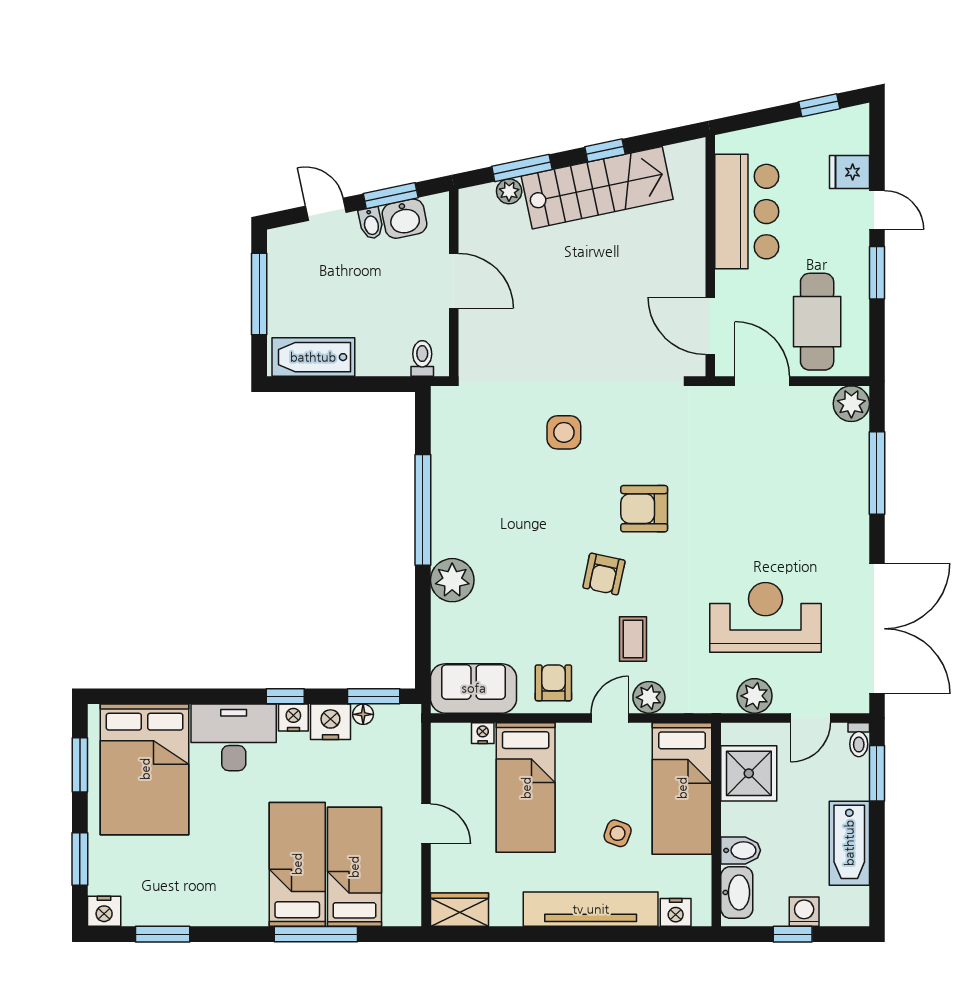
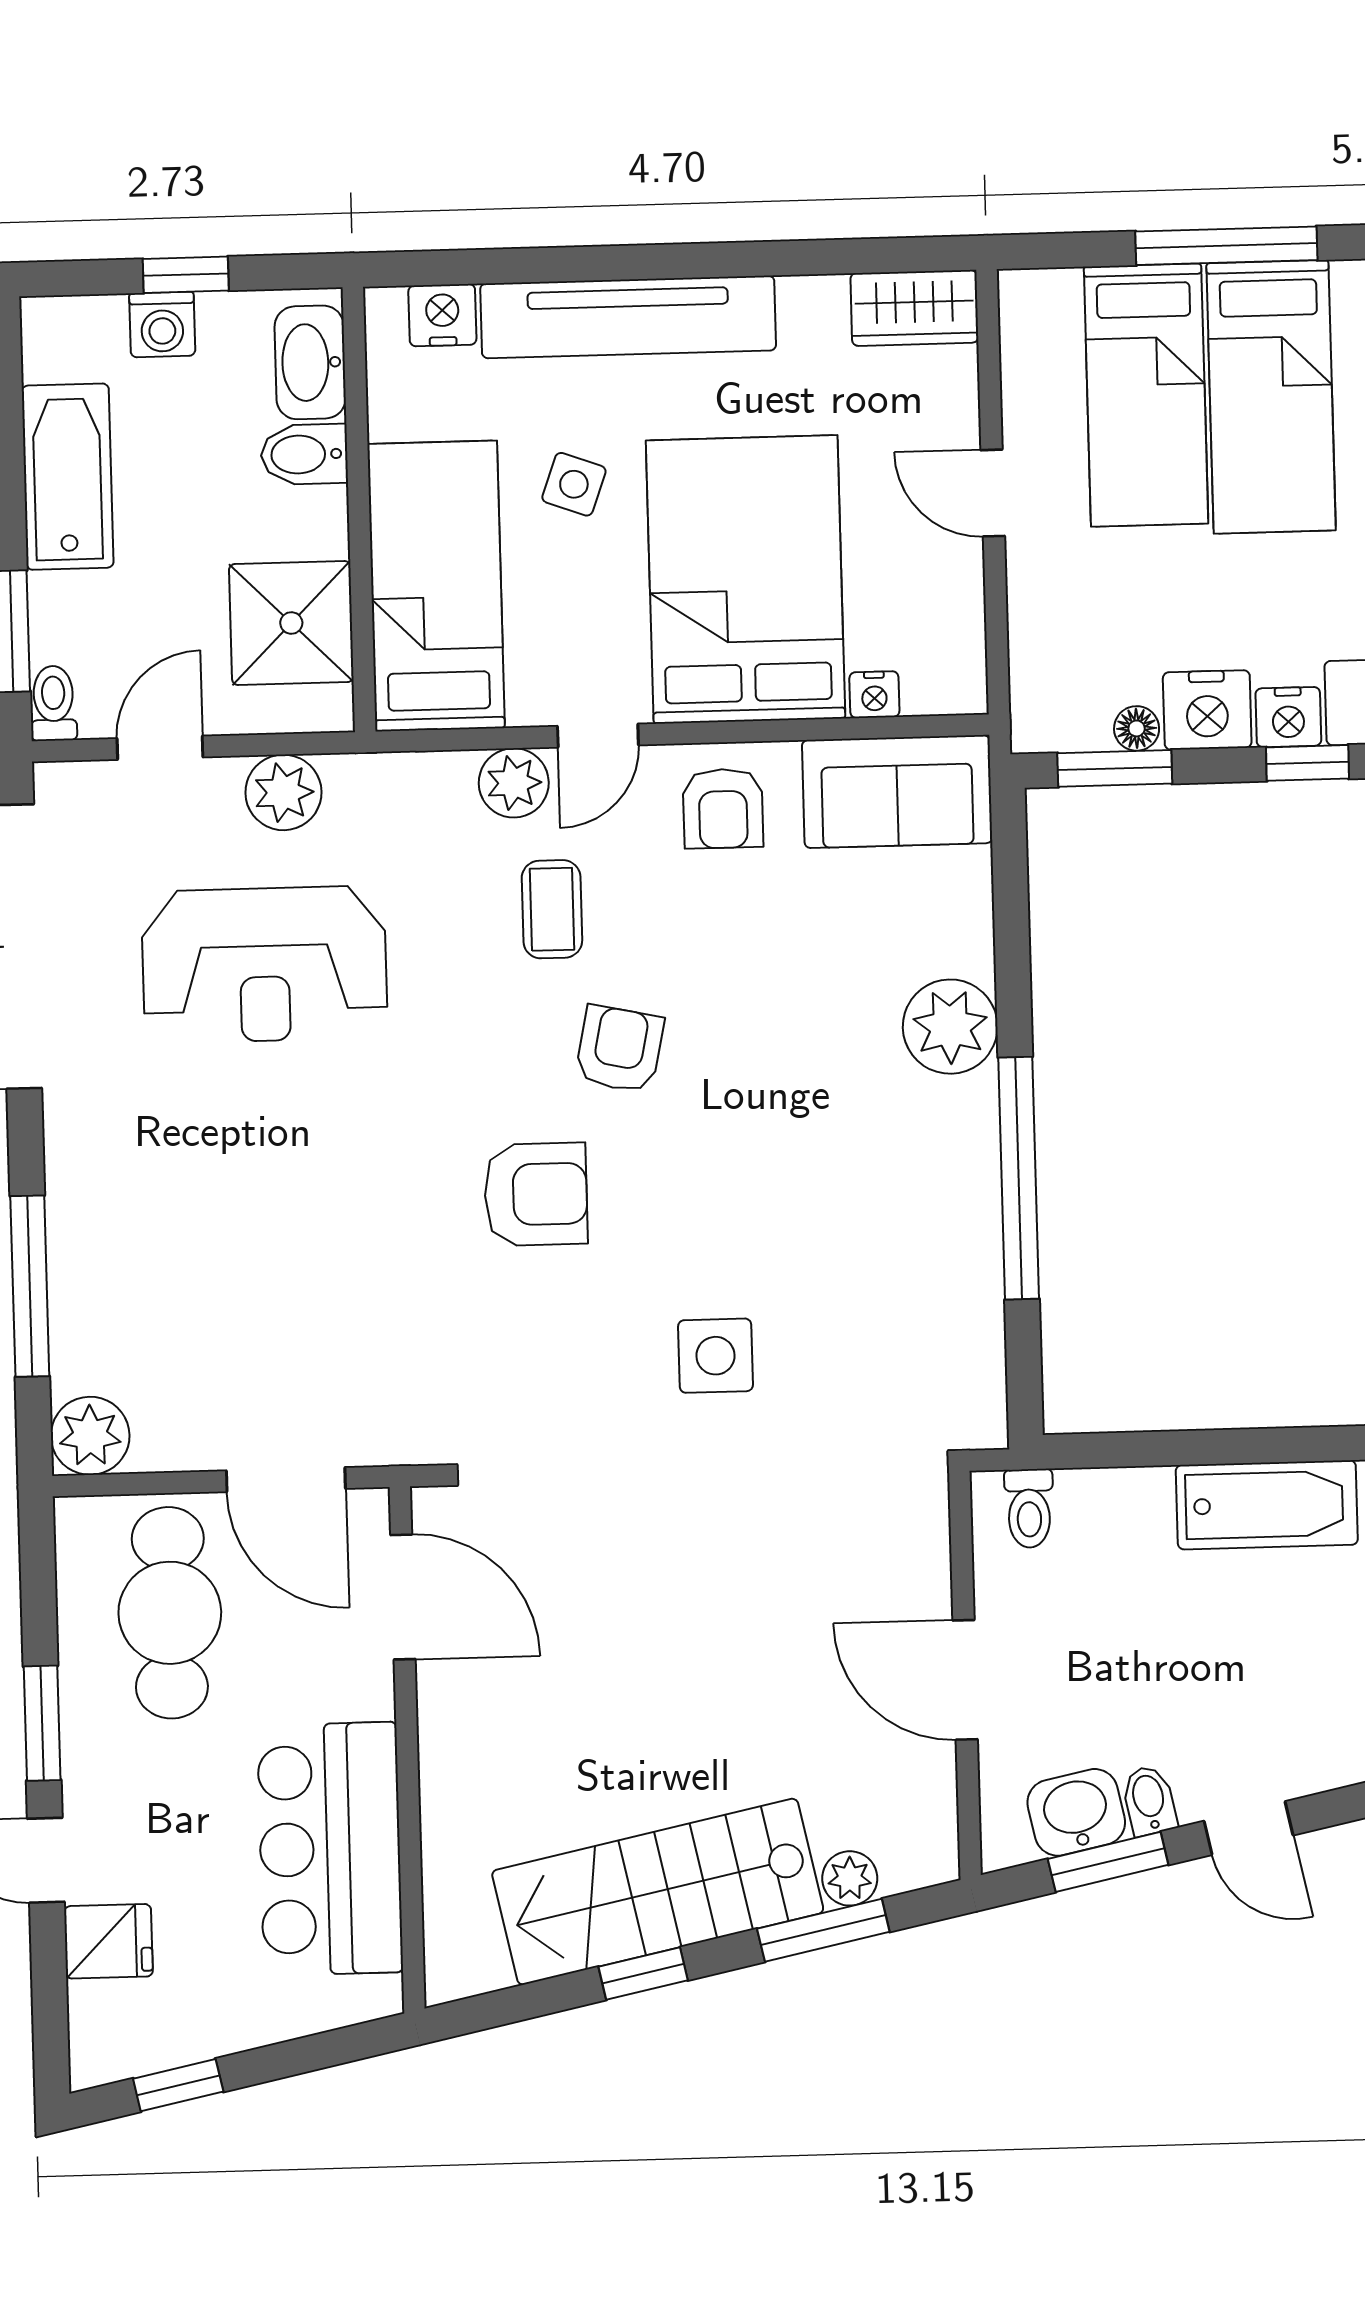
bed: (526, 788) -> (746, 579), width x1.50

